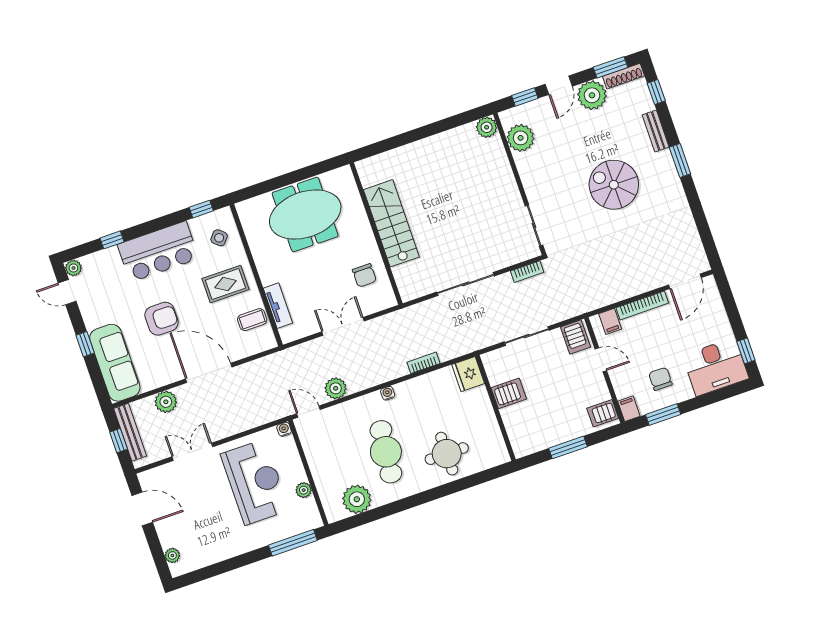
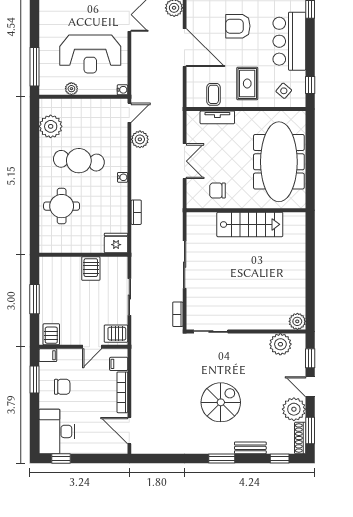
meeting table: (305, 215) -> (279, 162), width x1.36
armchair: (162, 319) -> (238, 26), turned 90
door: (209, 373) -> (185, 48), hinge flipped

